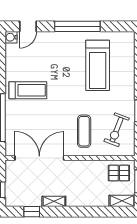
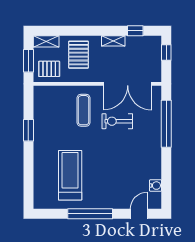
water cooler: (11, 37) -> (156, 186), moved
treadmill: (28, 90) -> (139, 151), removed
exercise bike: (117, 130) -> (117, 121), moved, turned -111
pallet: (89, 188) -> (79, 55), added

